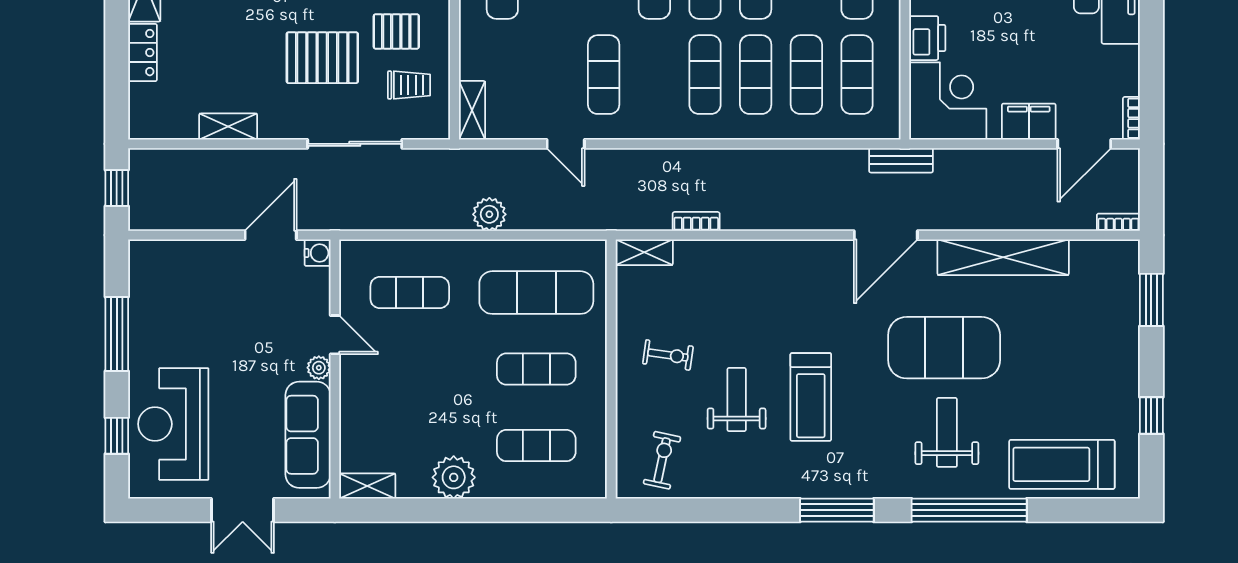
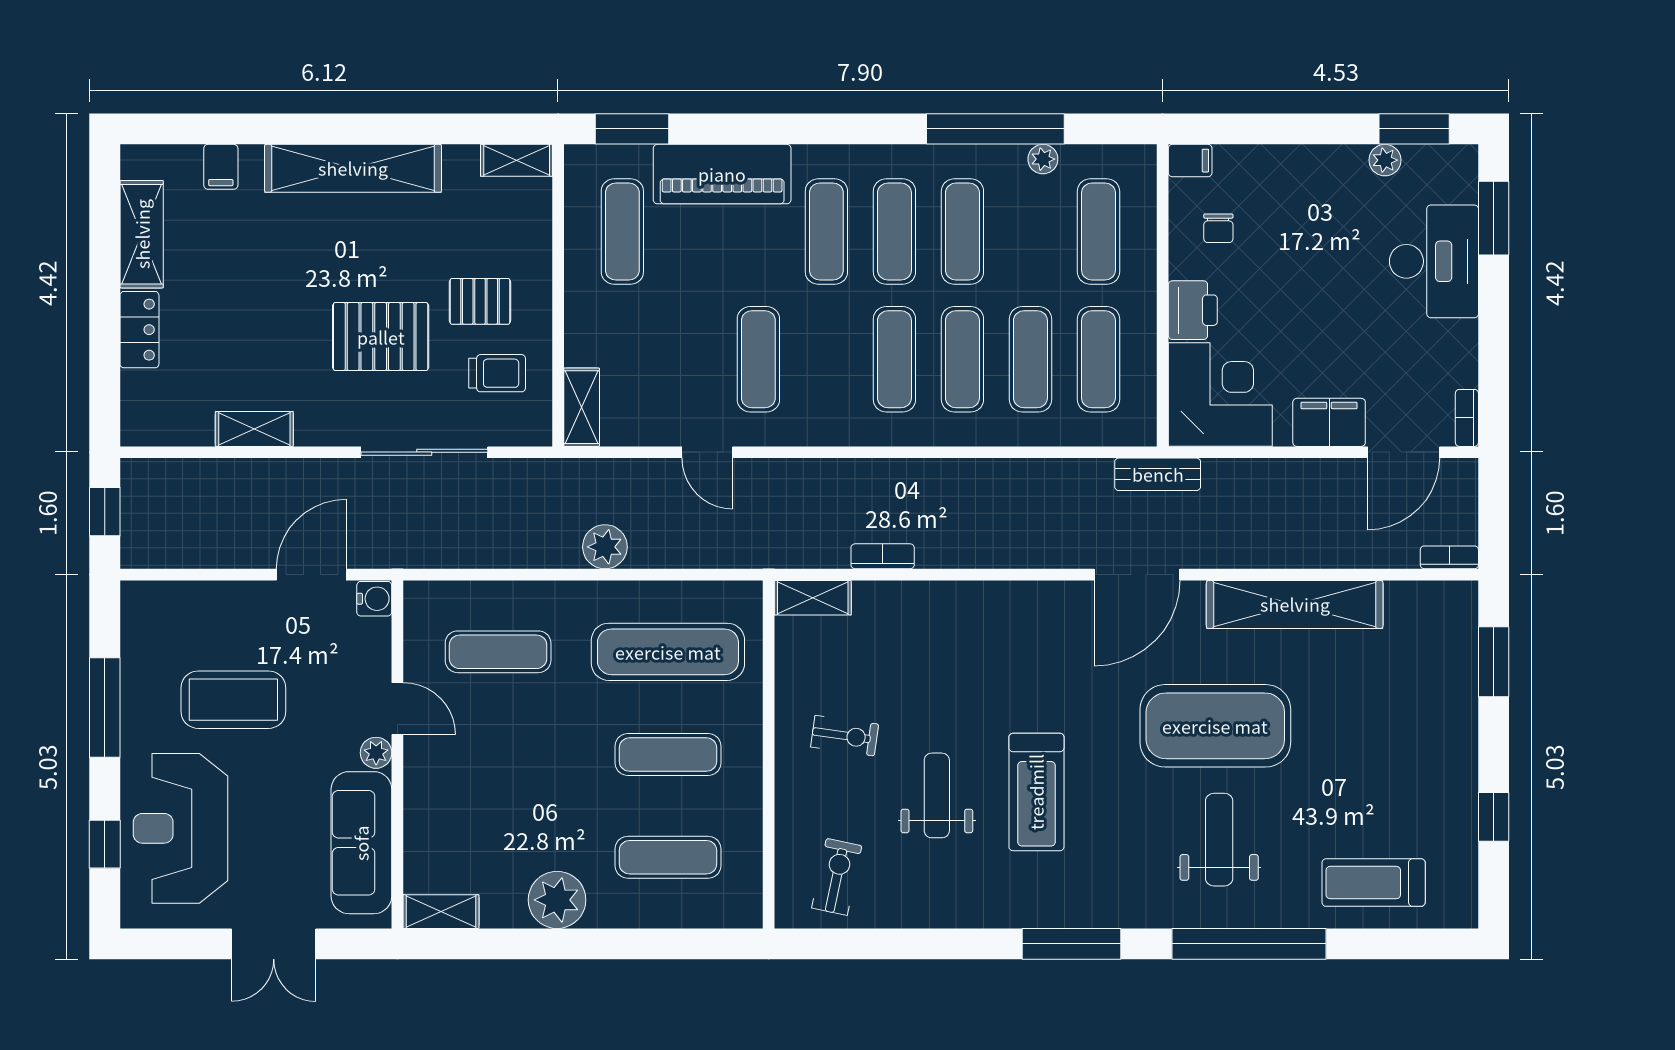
coffee table: (213, 328) -> (233, 700), added
treadmill: (1062, 464) -> (1374, 883), width x0.73, depth x0.73

